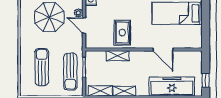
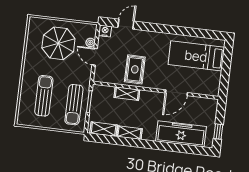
door: (163, 49) -> (176, 93), hinge flipped

